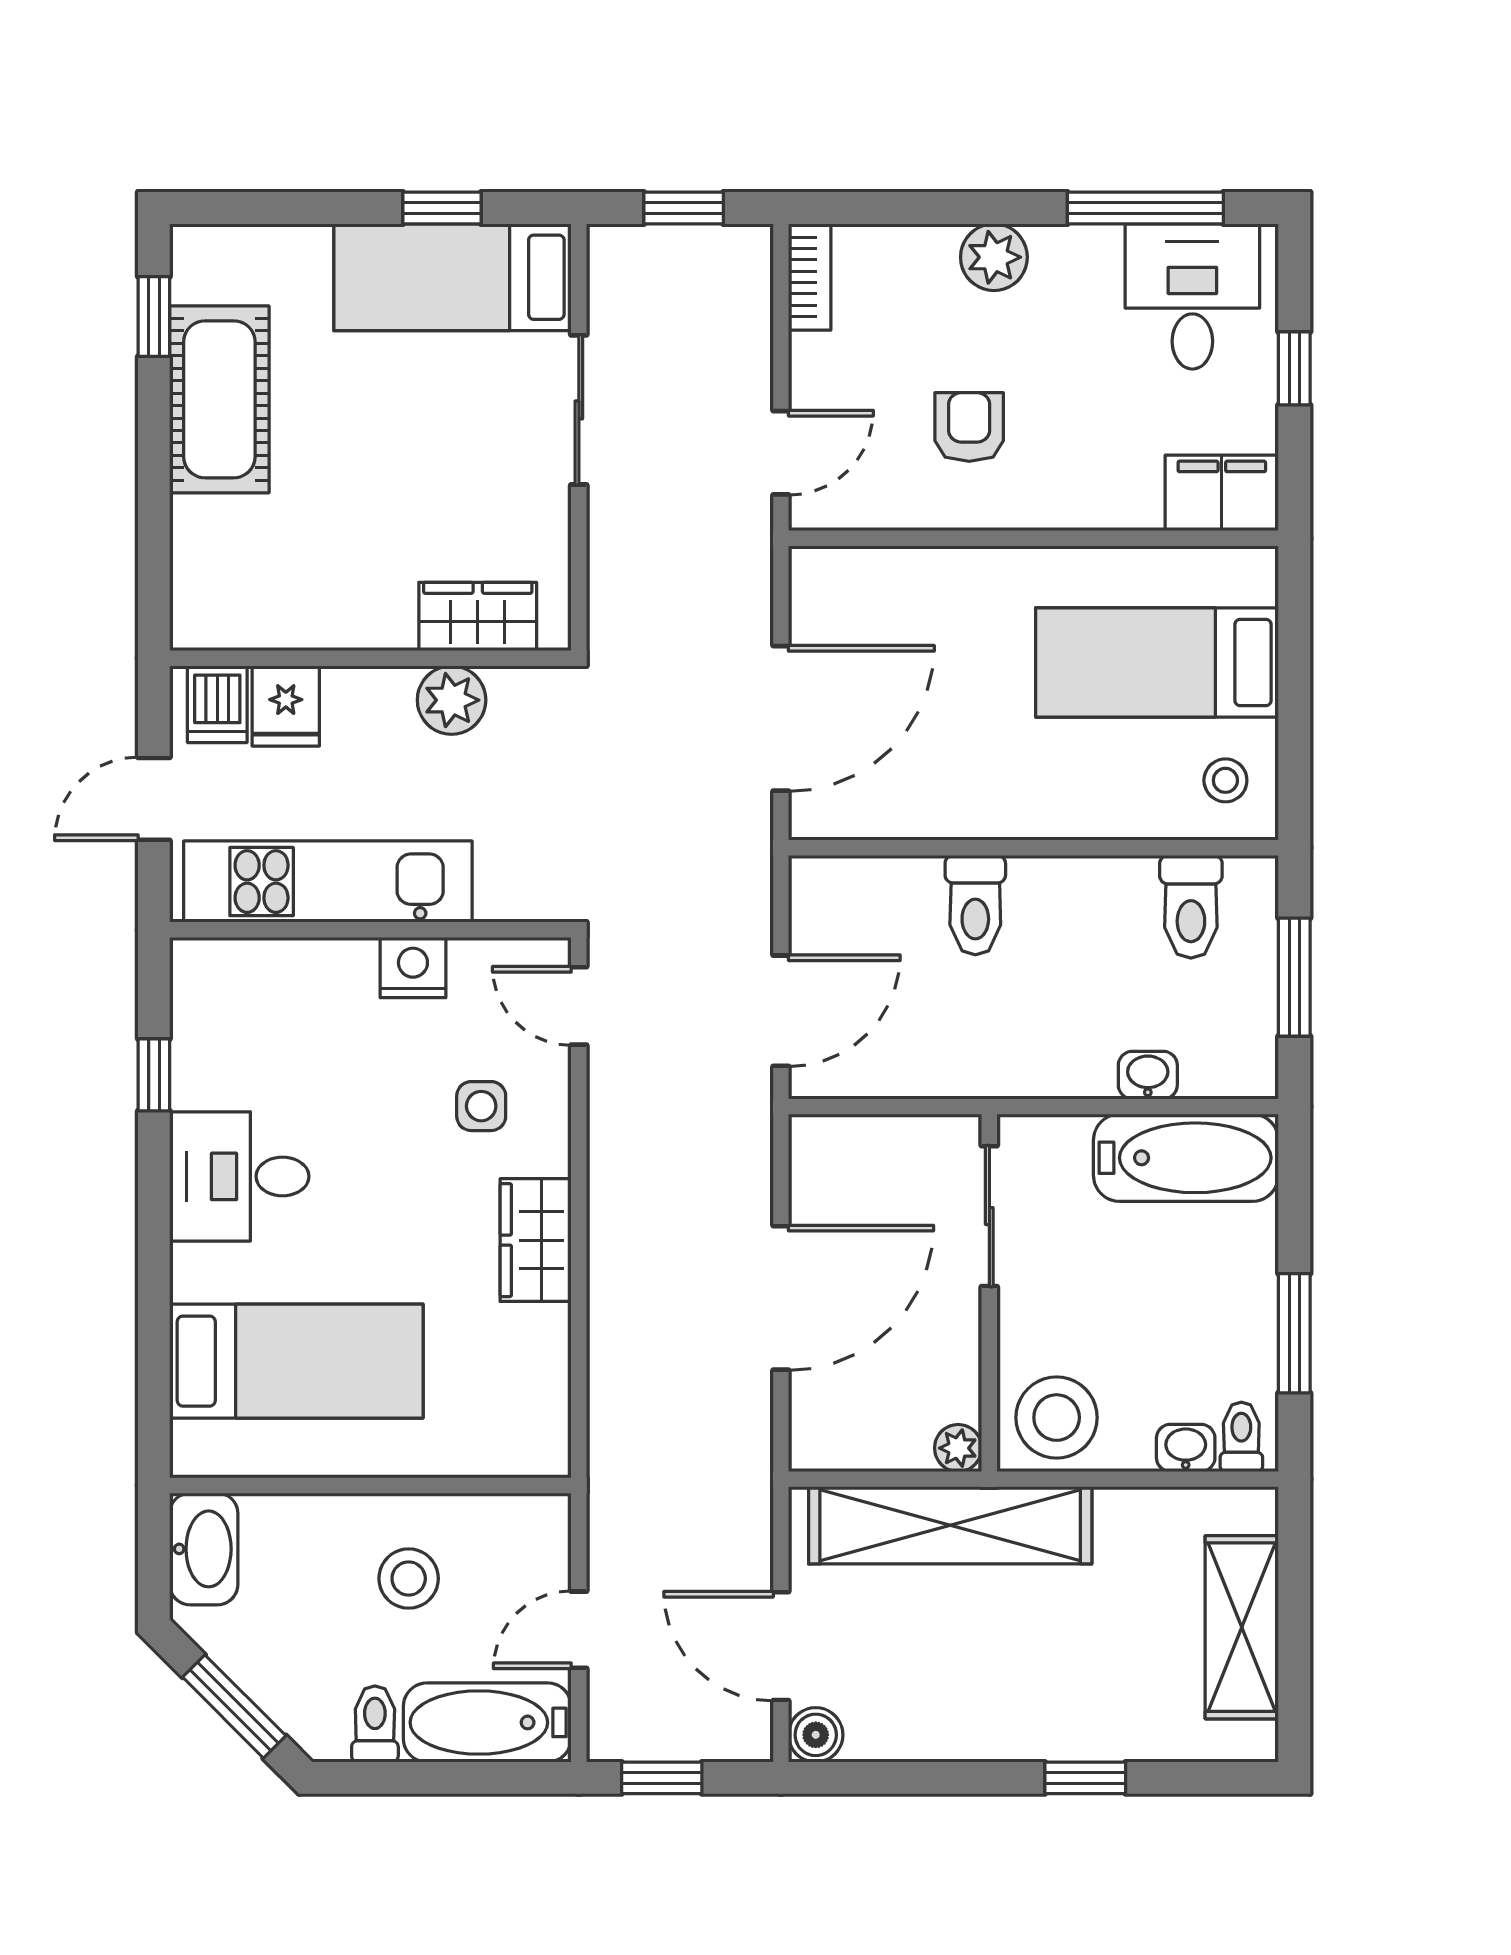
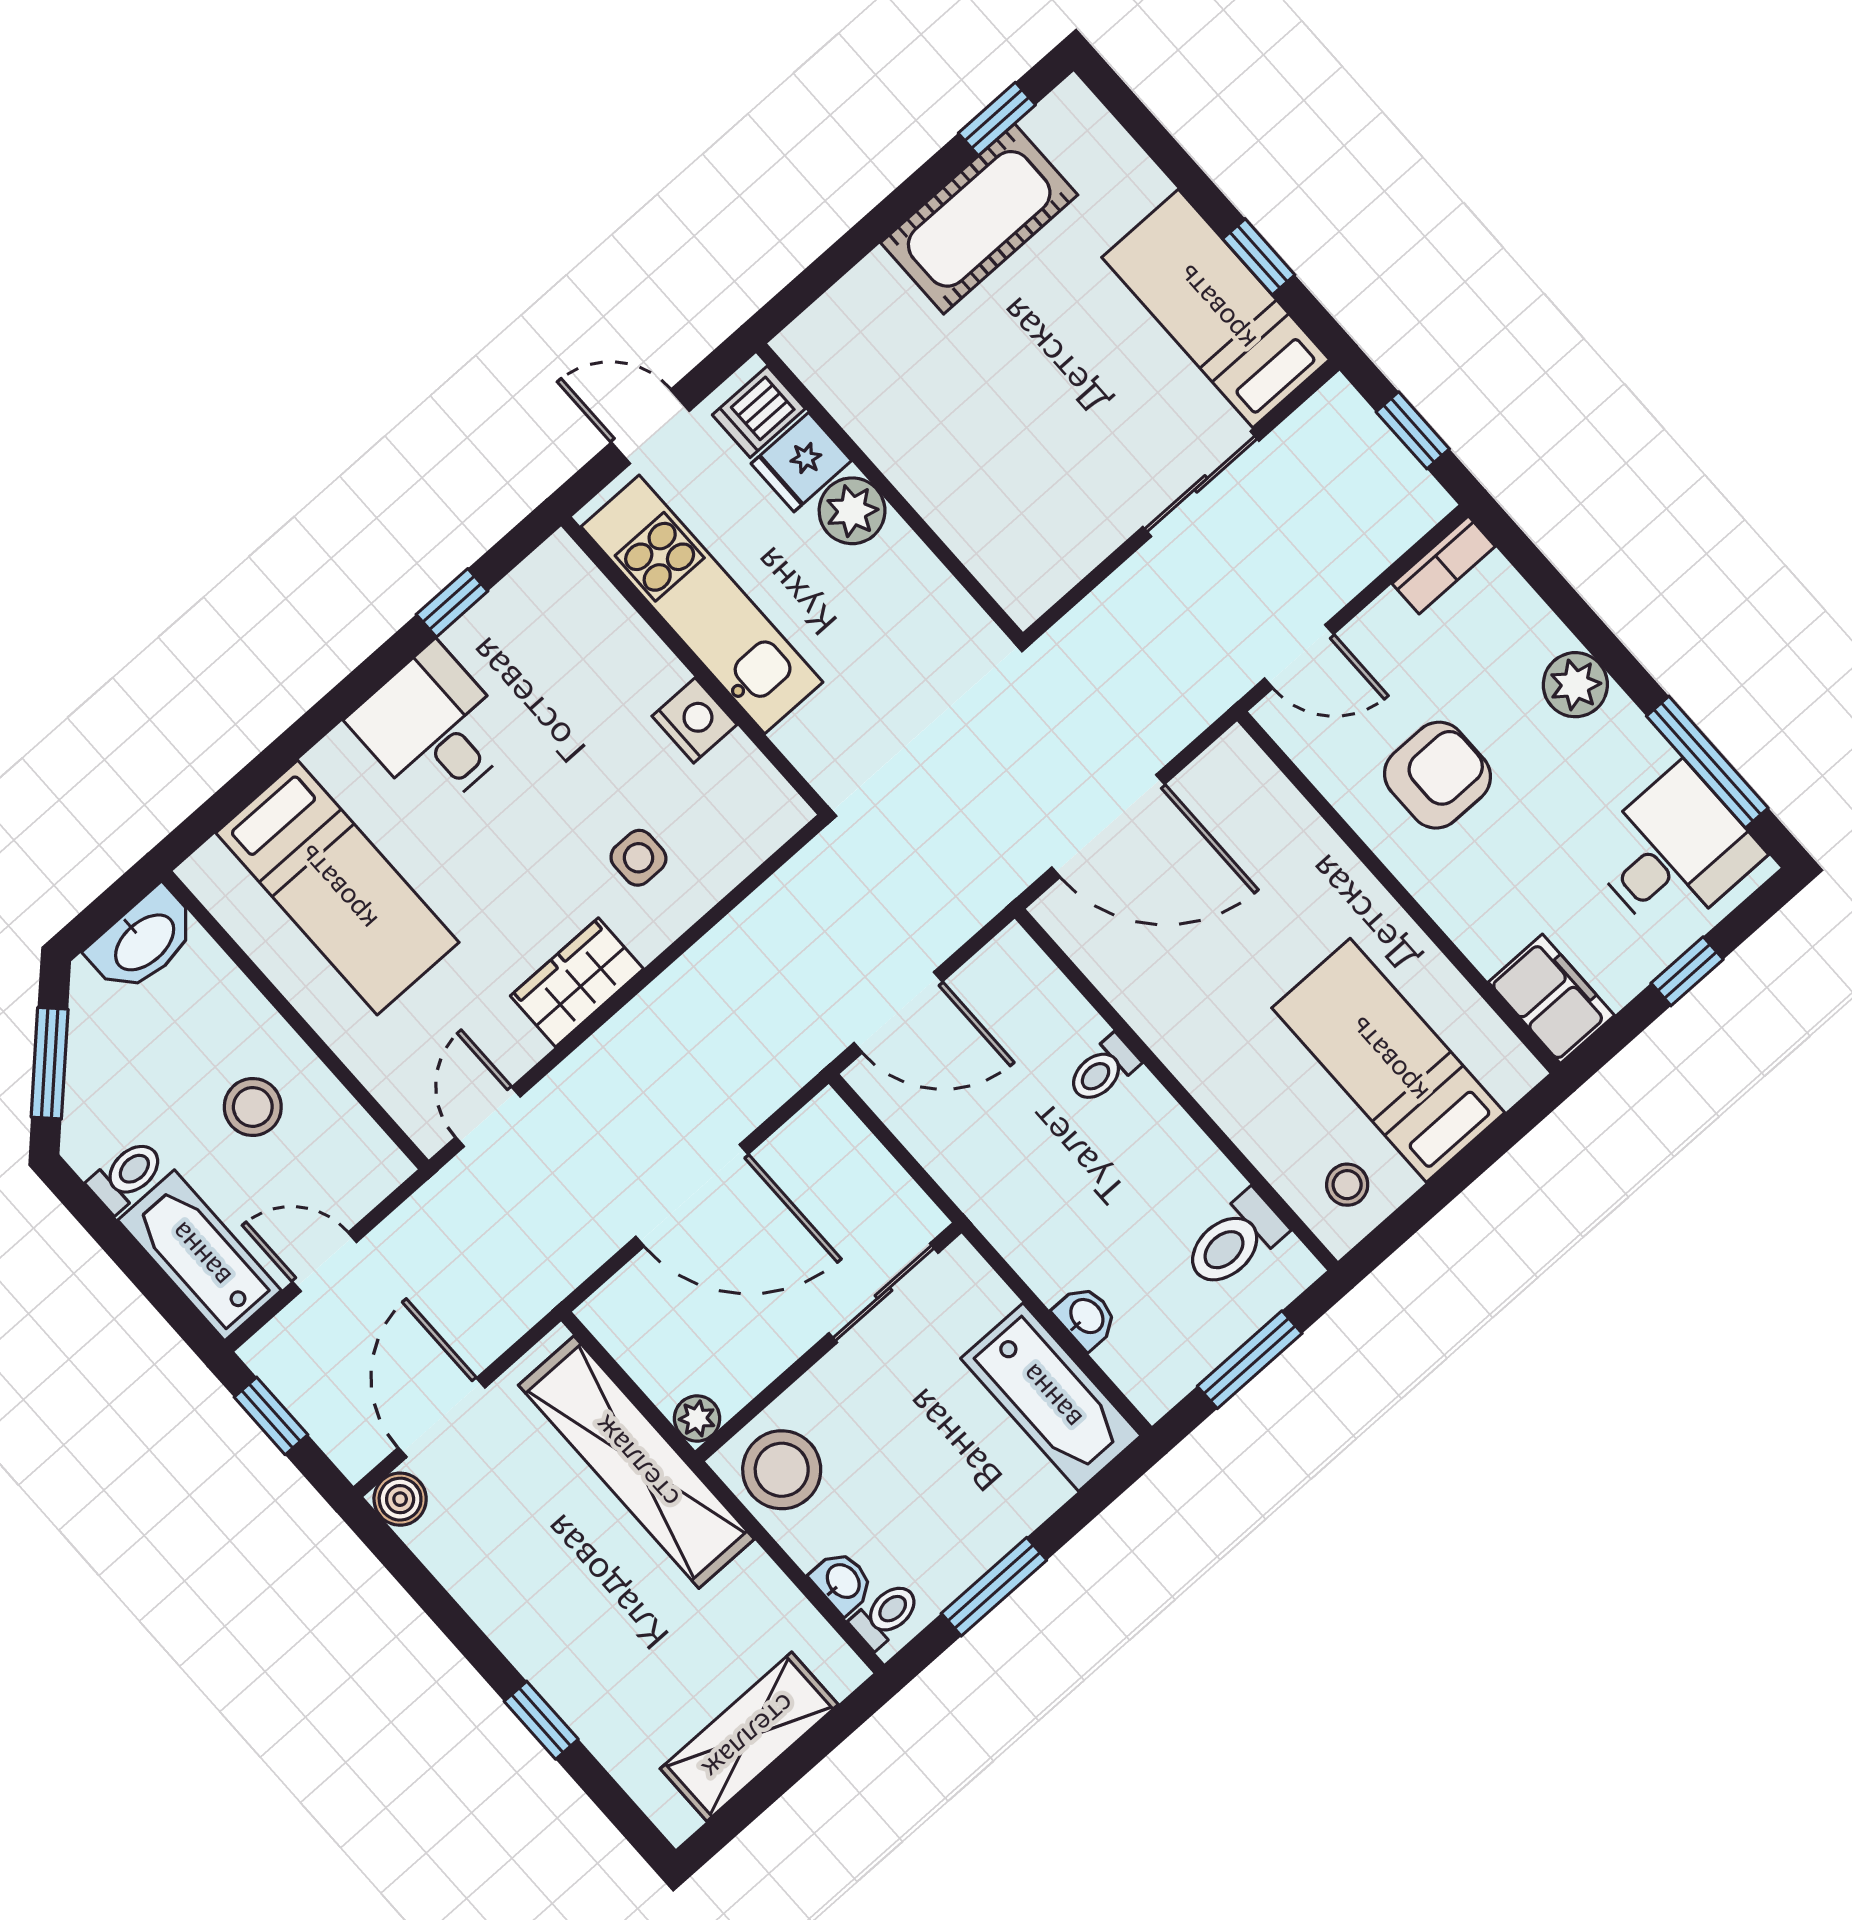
armchair: (969, 427) -> (1438, 775), width x1.38, depth x1.38
wardrobe: (478, 617) -> (988, 543), removed
plant: (452, 700) -> (852, 511), moved
toilet: (975, 905) -> (1103, 1070), width x0.73, depth x0.72
door: (579, 1006) -> (488, 1117), moved

